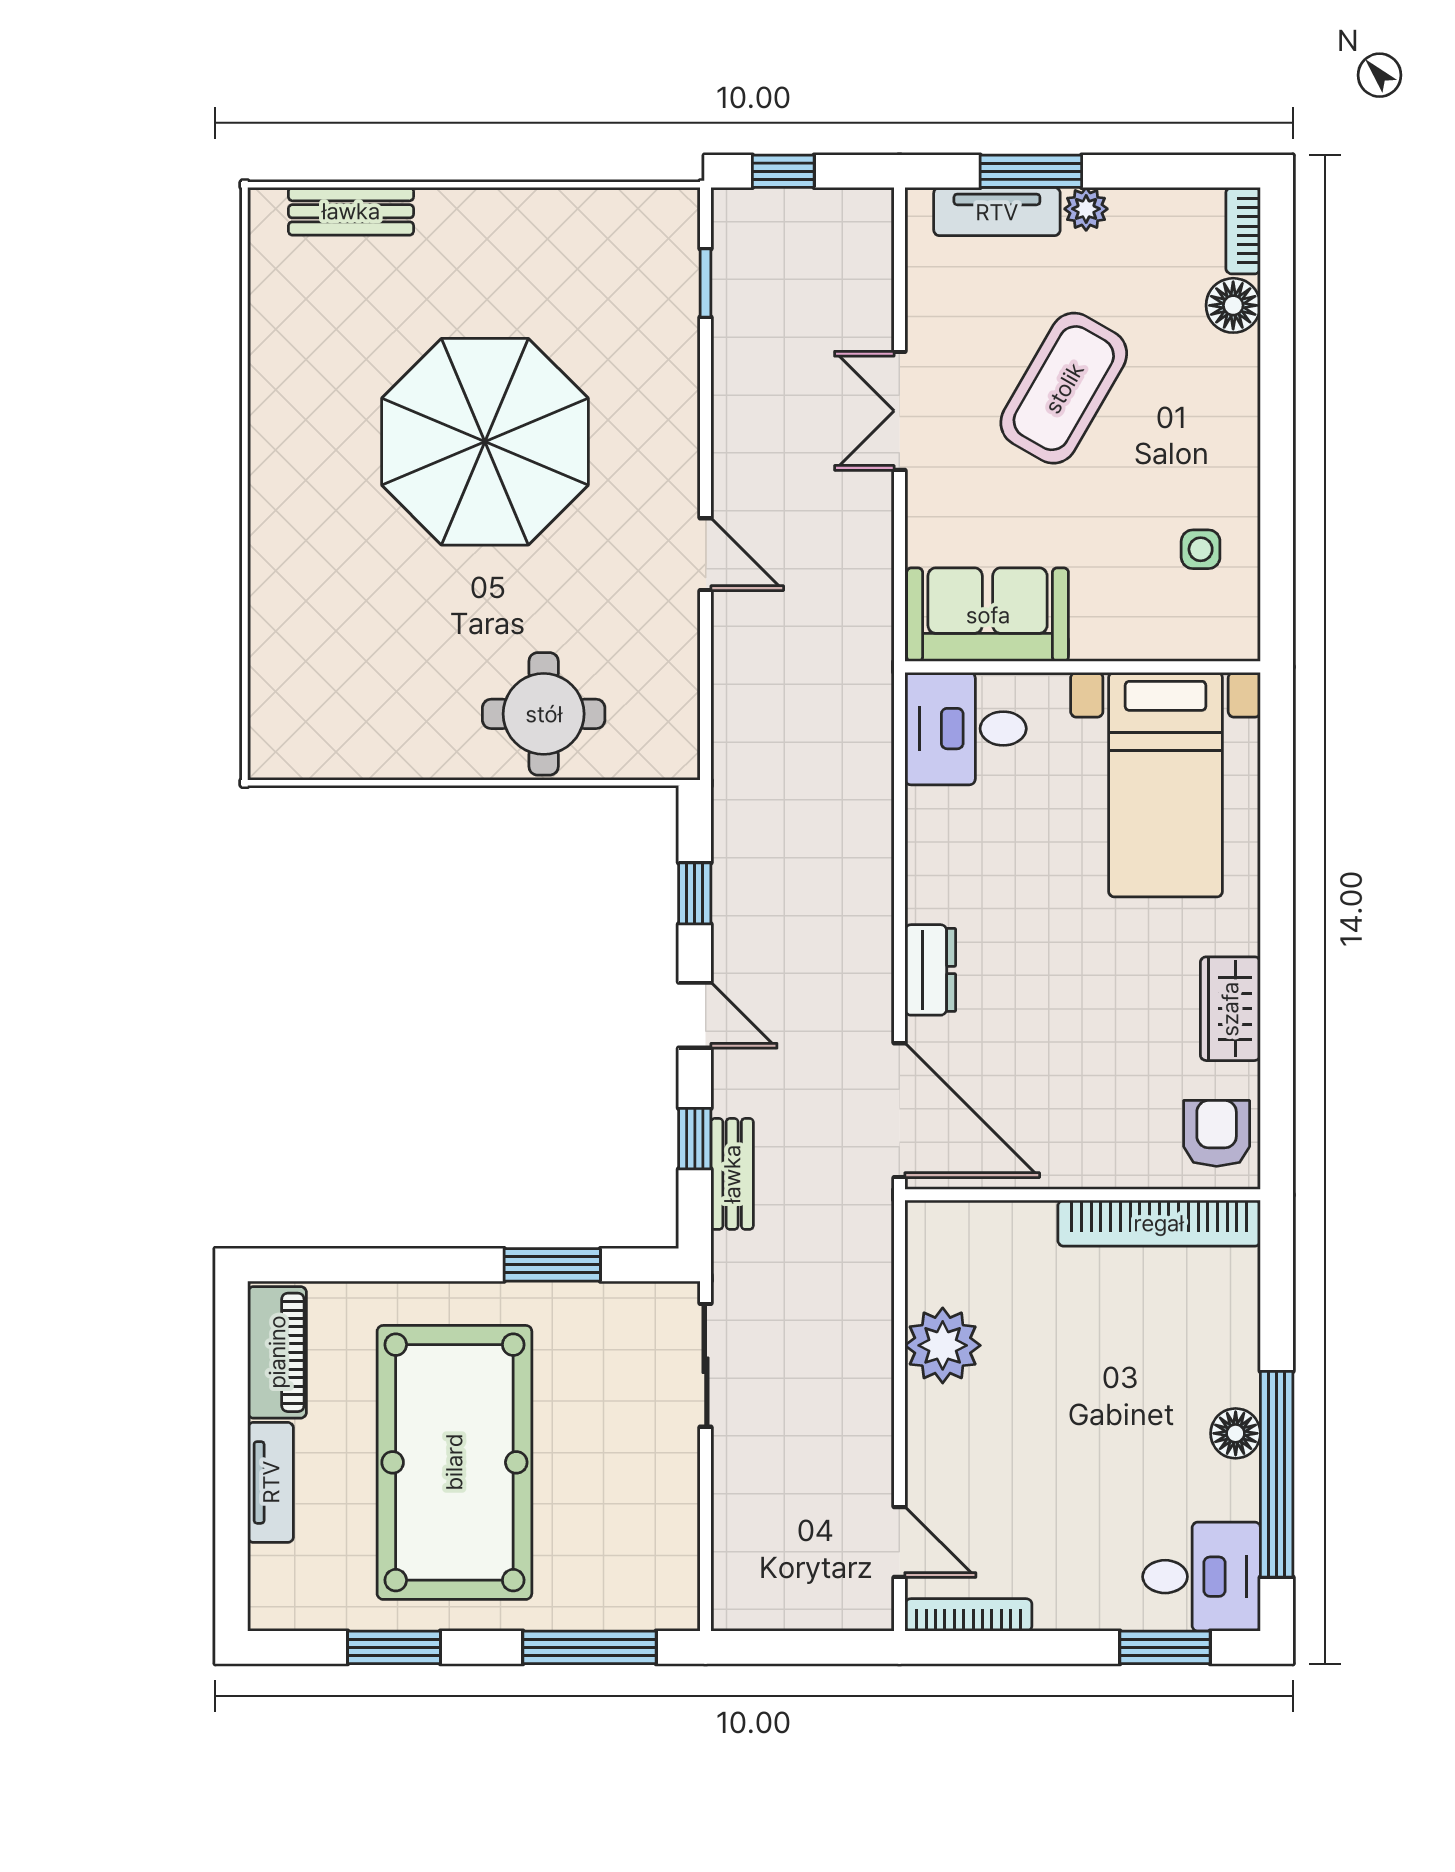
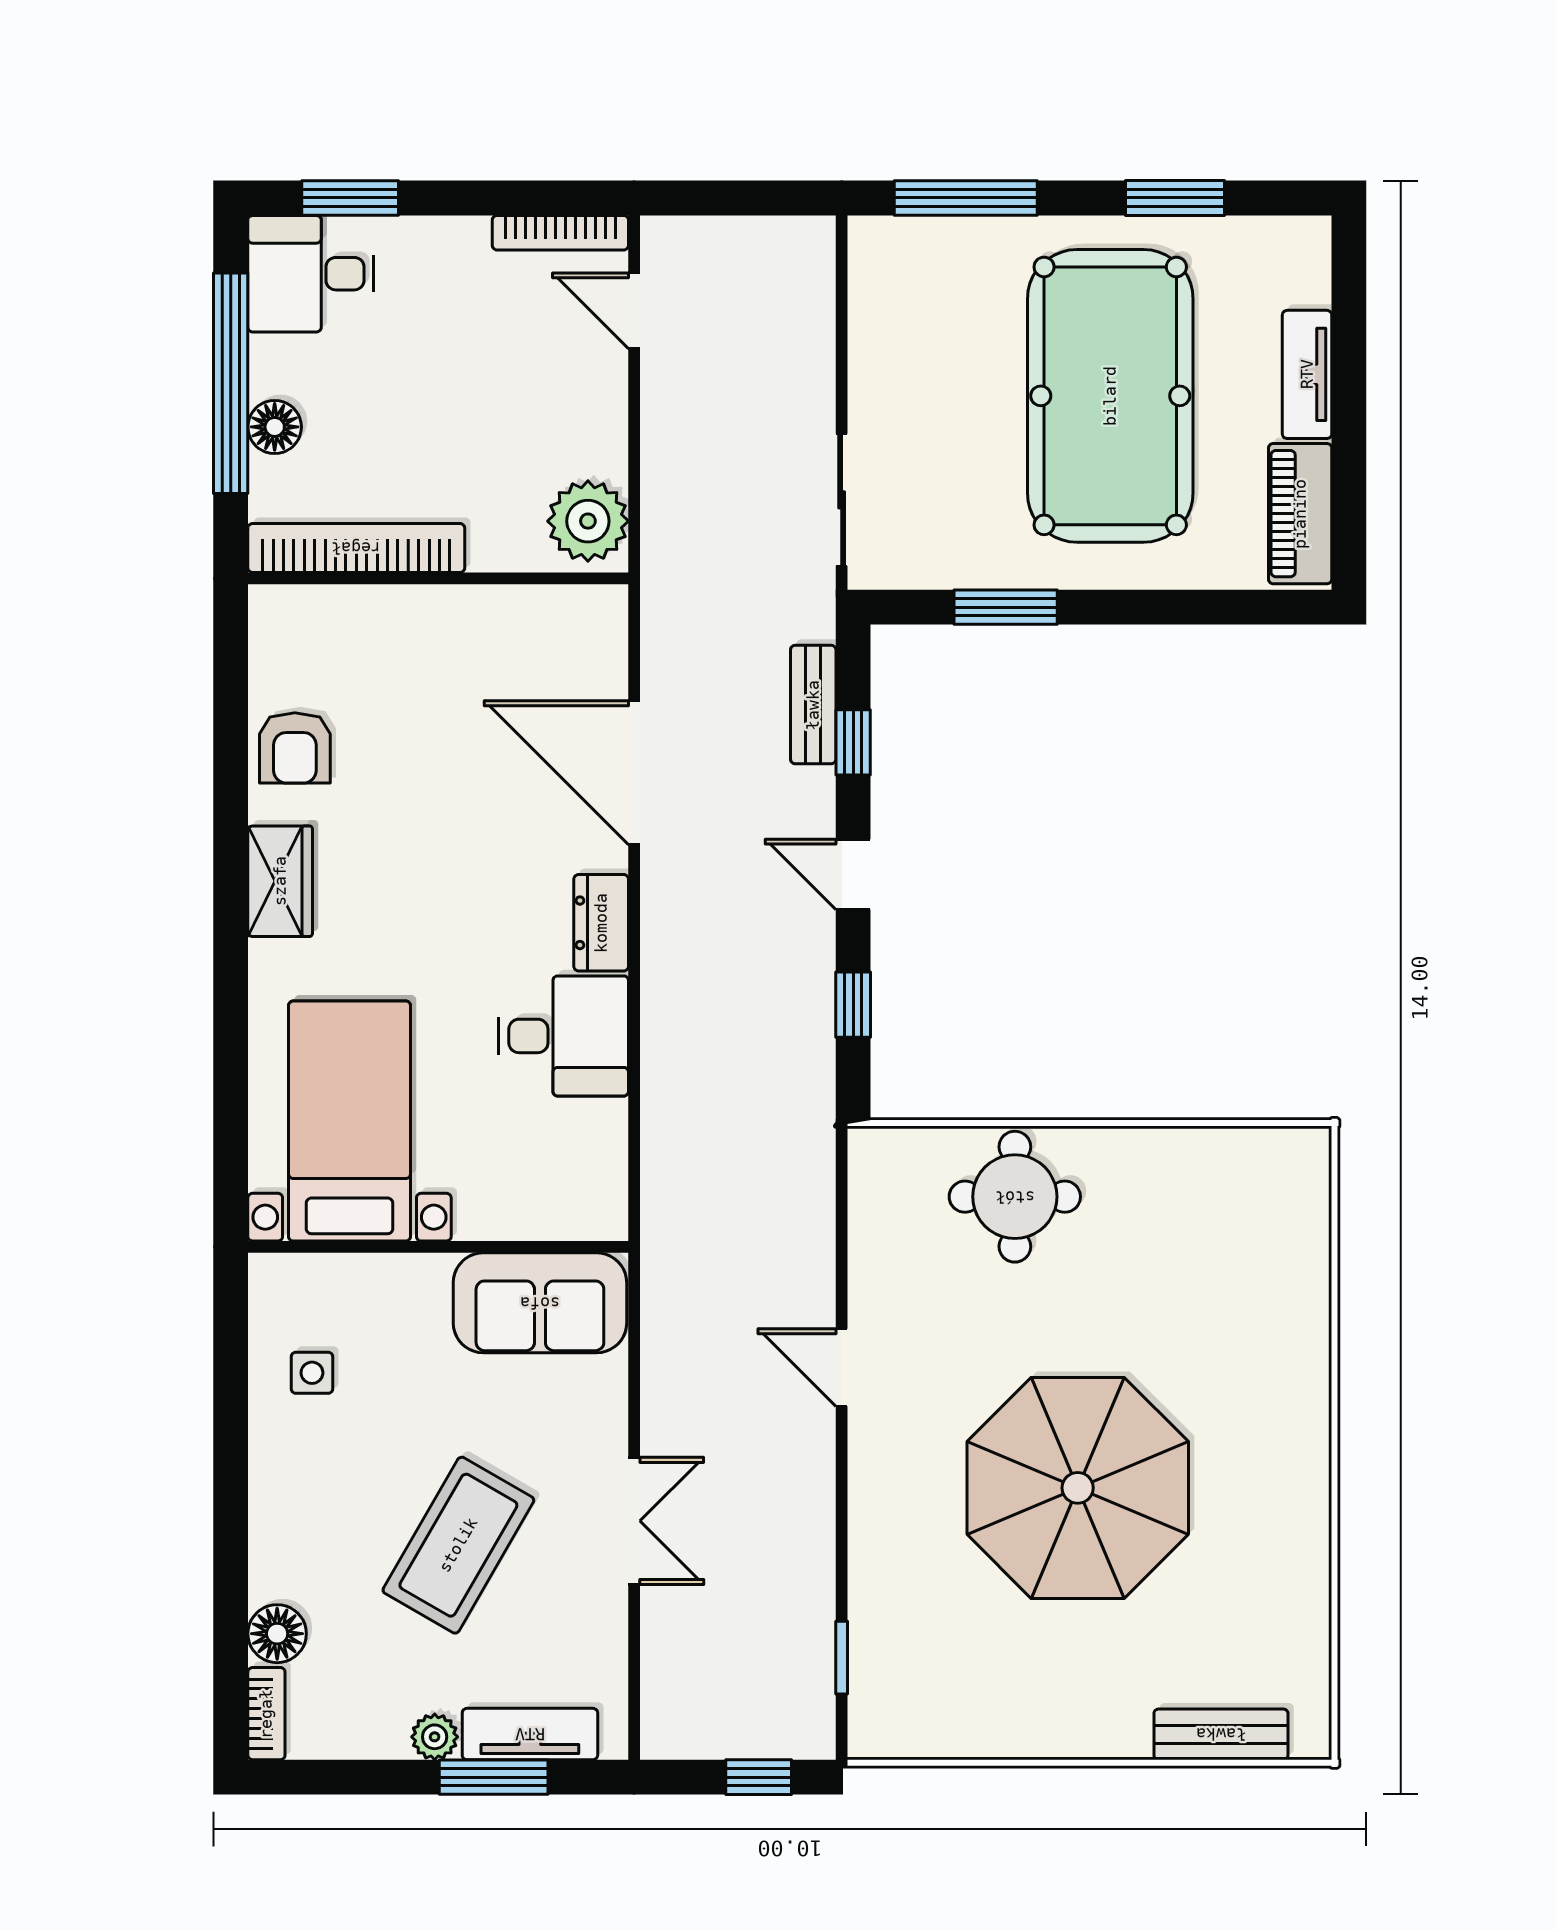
desk: (966, 729) -> (563, 1036), moved
wall: (1083, 1195) -> (438, 578), moved
bookcase: (1159, 1223) -> (356, 548), moved

